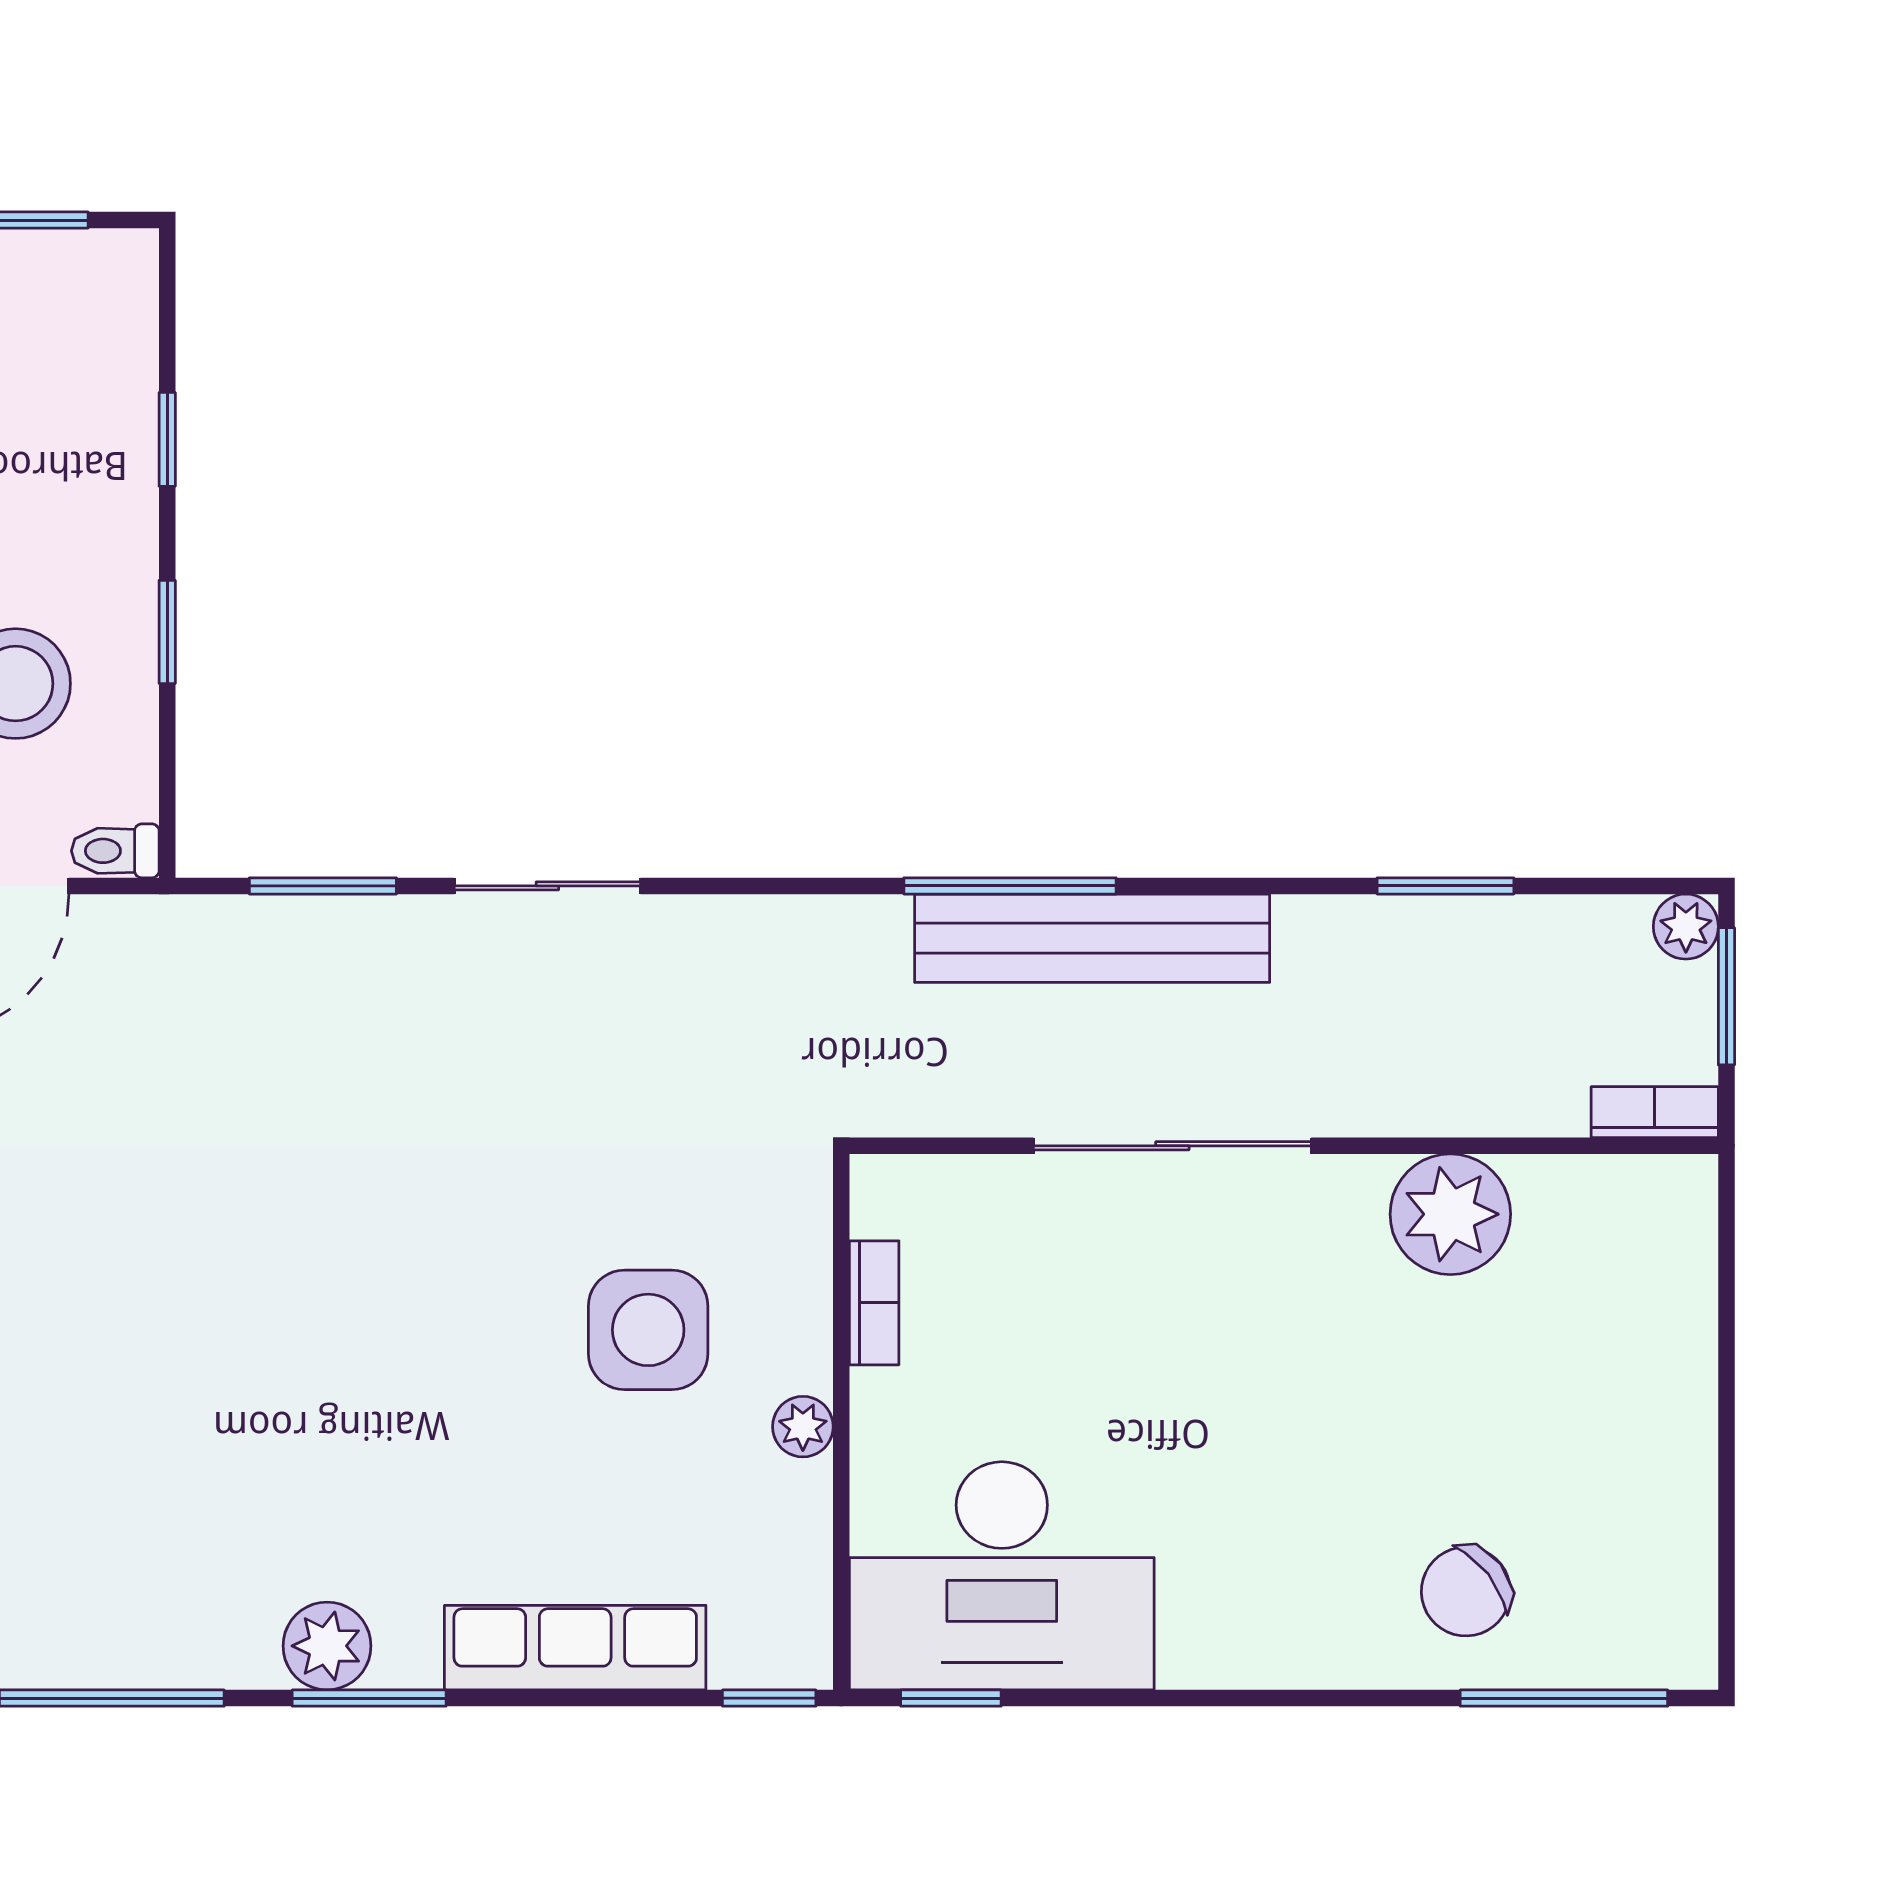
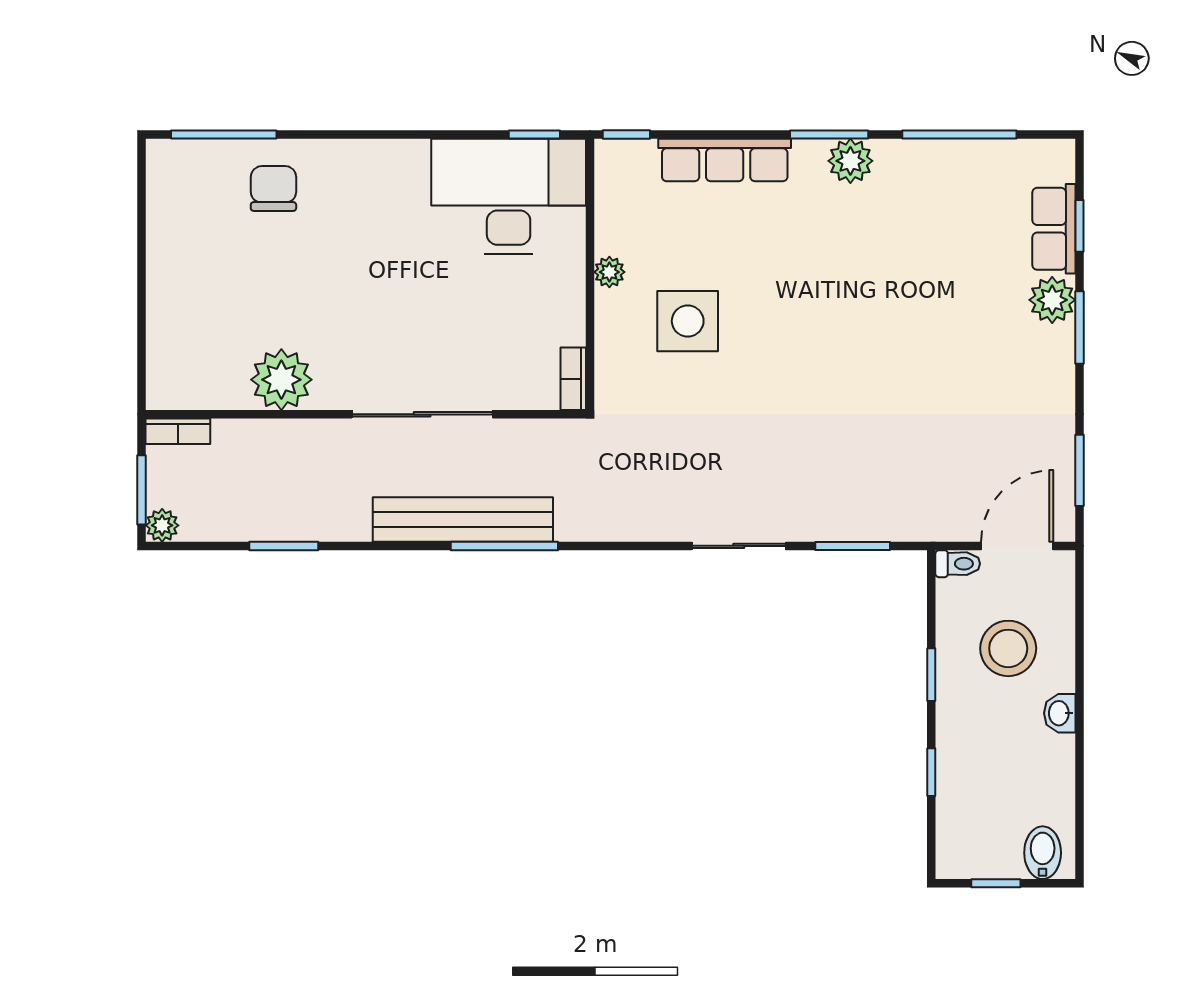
bookcase: (874, 1303) -> (573, 379), moved
chair: (1466, 1592) -> (273, 188), turned -52

